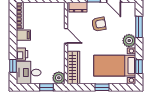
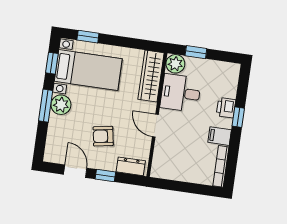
window: (139, 27) -> (46, 106), moved
window: (13, 66) -> (238, 117), moved
desk: (29, 73) -> (181, 93), moved, turned 180
window: (102, 87) -> (88, 37), moved

